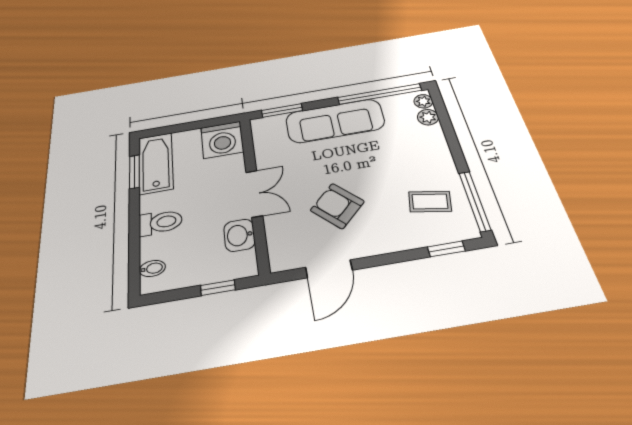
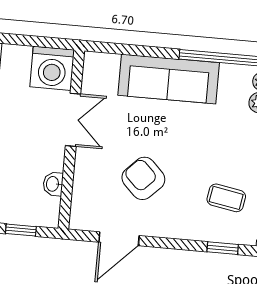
window: (282, 110) -> (120, 49), removed
double door: (254, 194) -> (73, 120), moved
washbasin: (239, 235) -> (53, 184), width x0.72, depth x0.69

